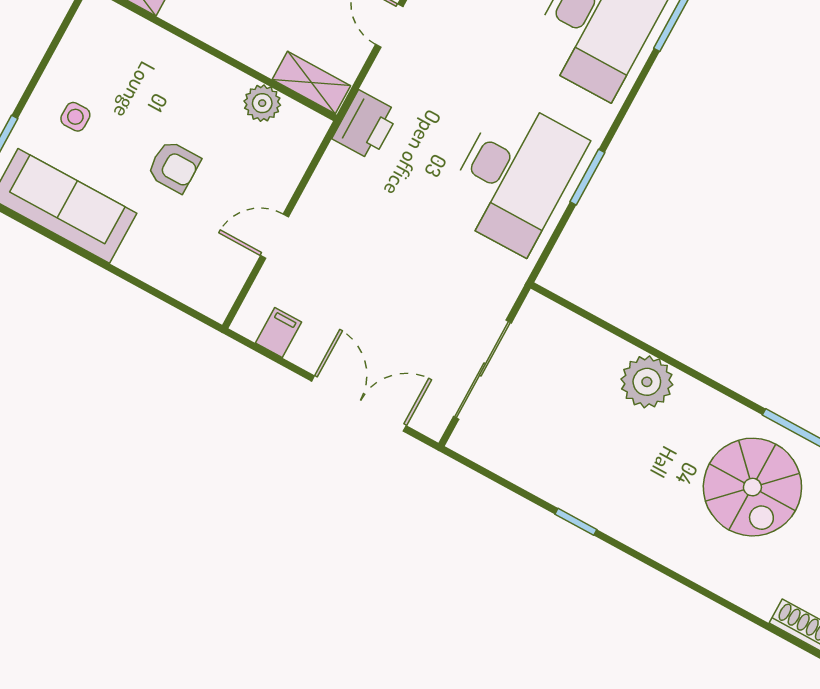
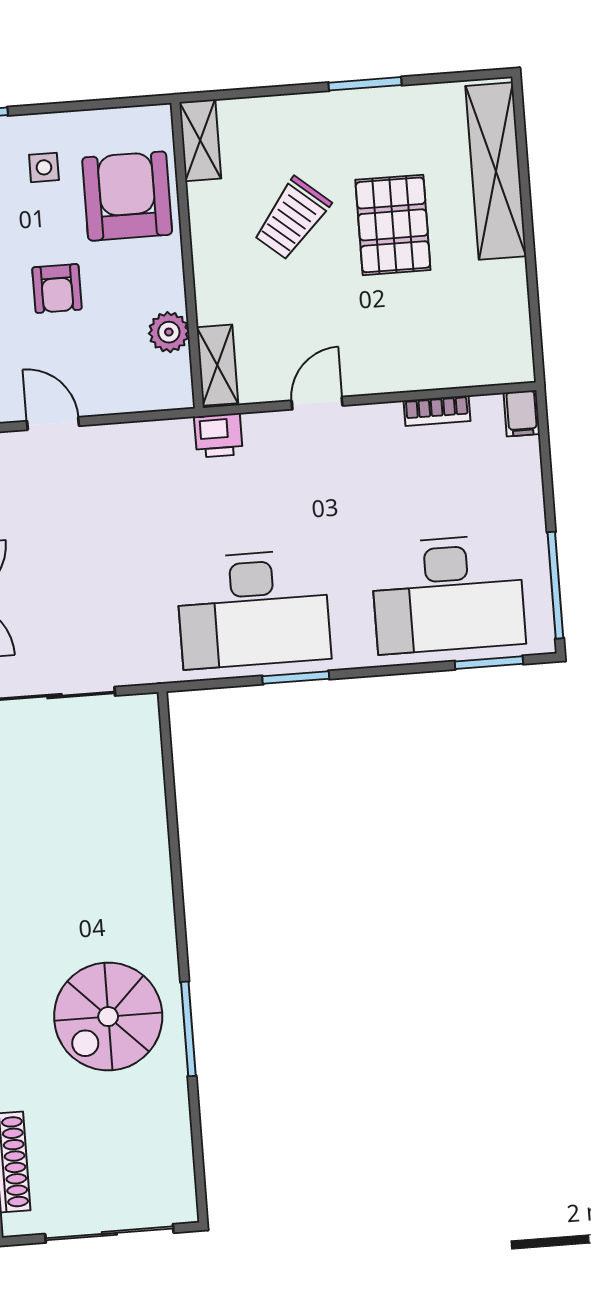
armchair: (138, 68) -> (127, 196), added
printer: (366, 125) -> (218, 435), width x0.73, depth x0.81
plant: (647, 382) -> (142, 856), removed

